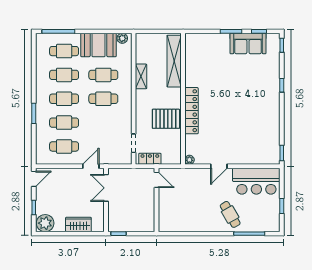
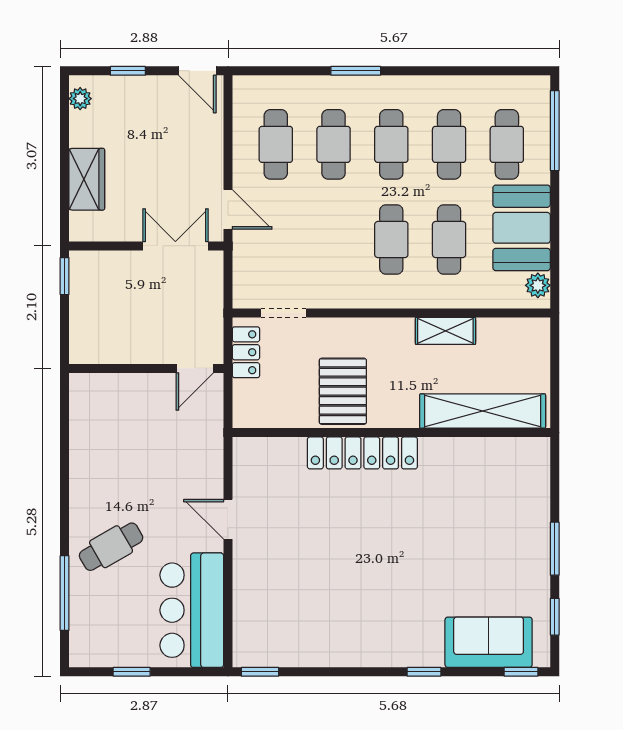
sofa: (248, 44) -> (489, 642), moved, turned 90
plant: (189, 160) -> (243, 448), removed
plant: (45, 223) -> (80, 99), width x0.53, depth x0.53

